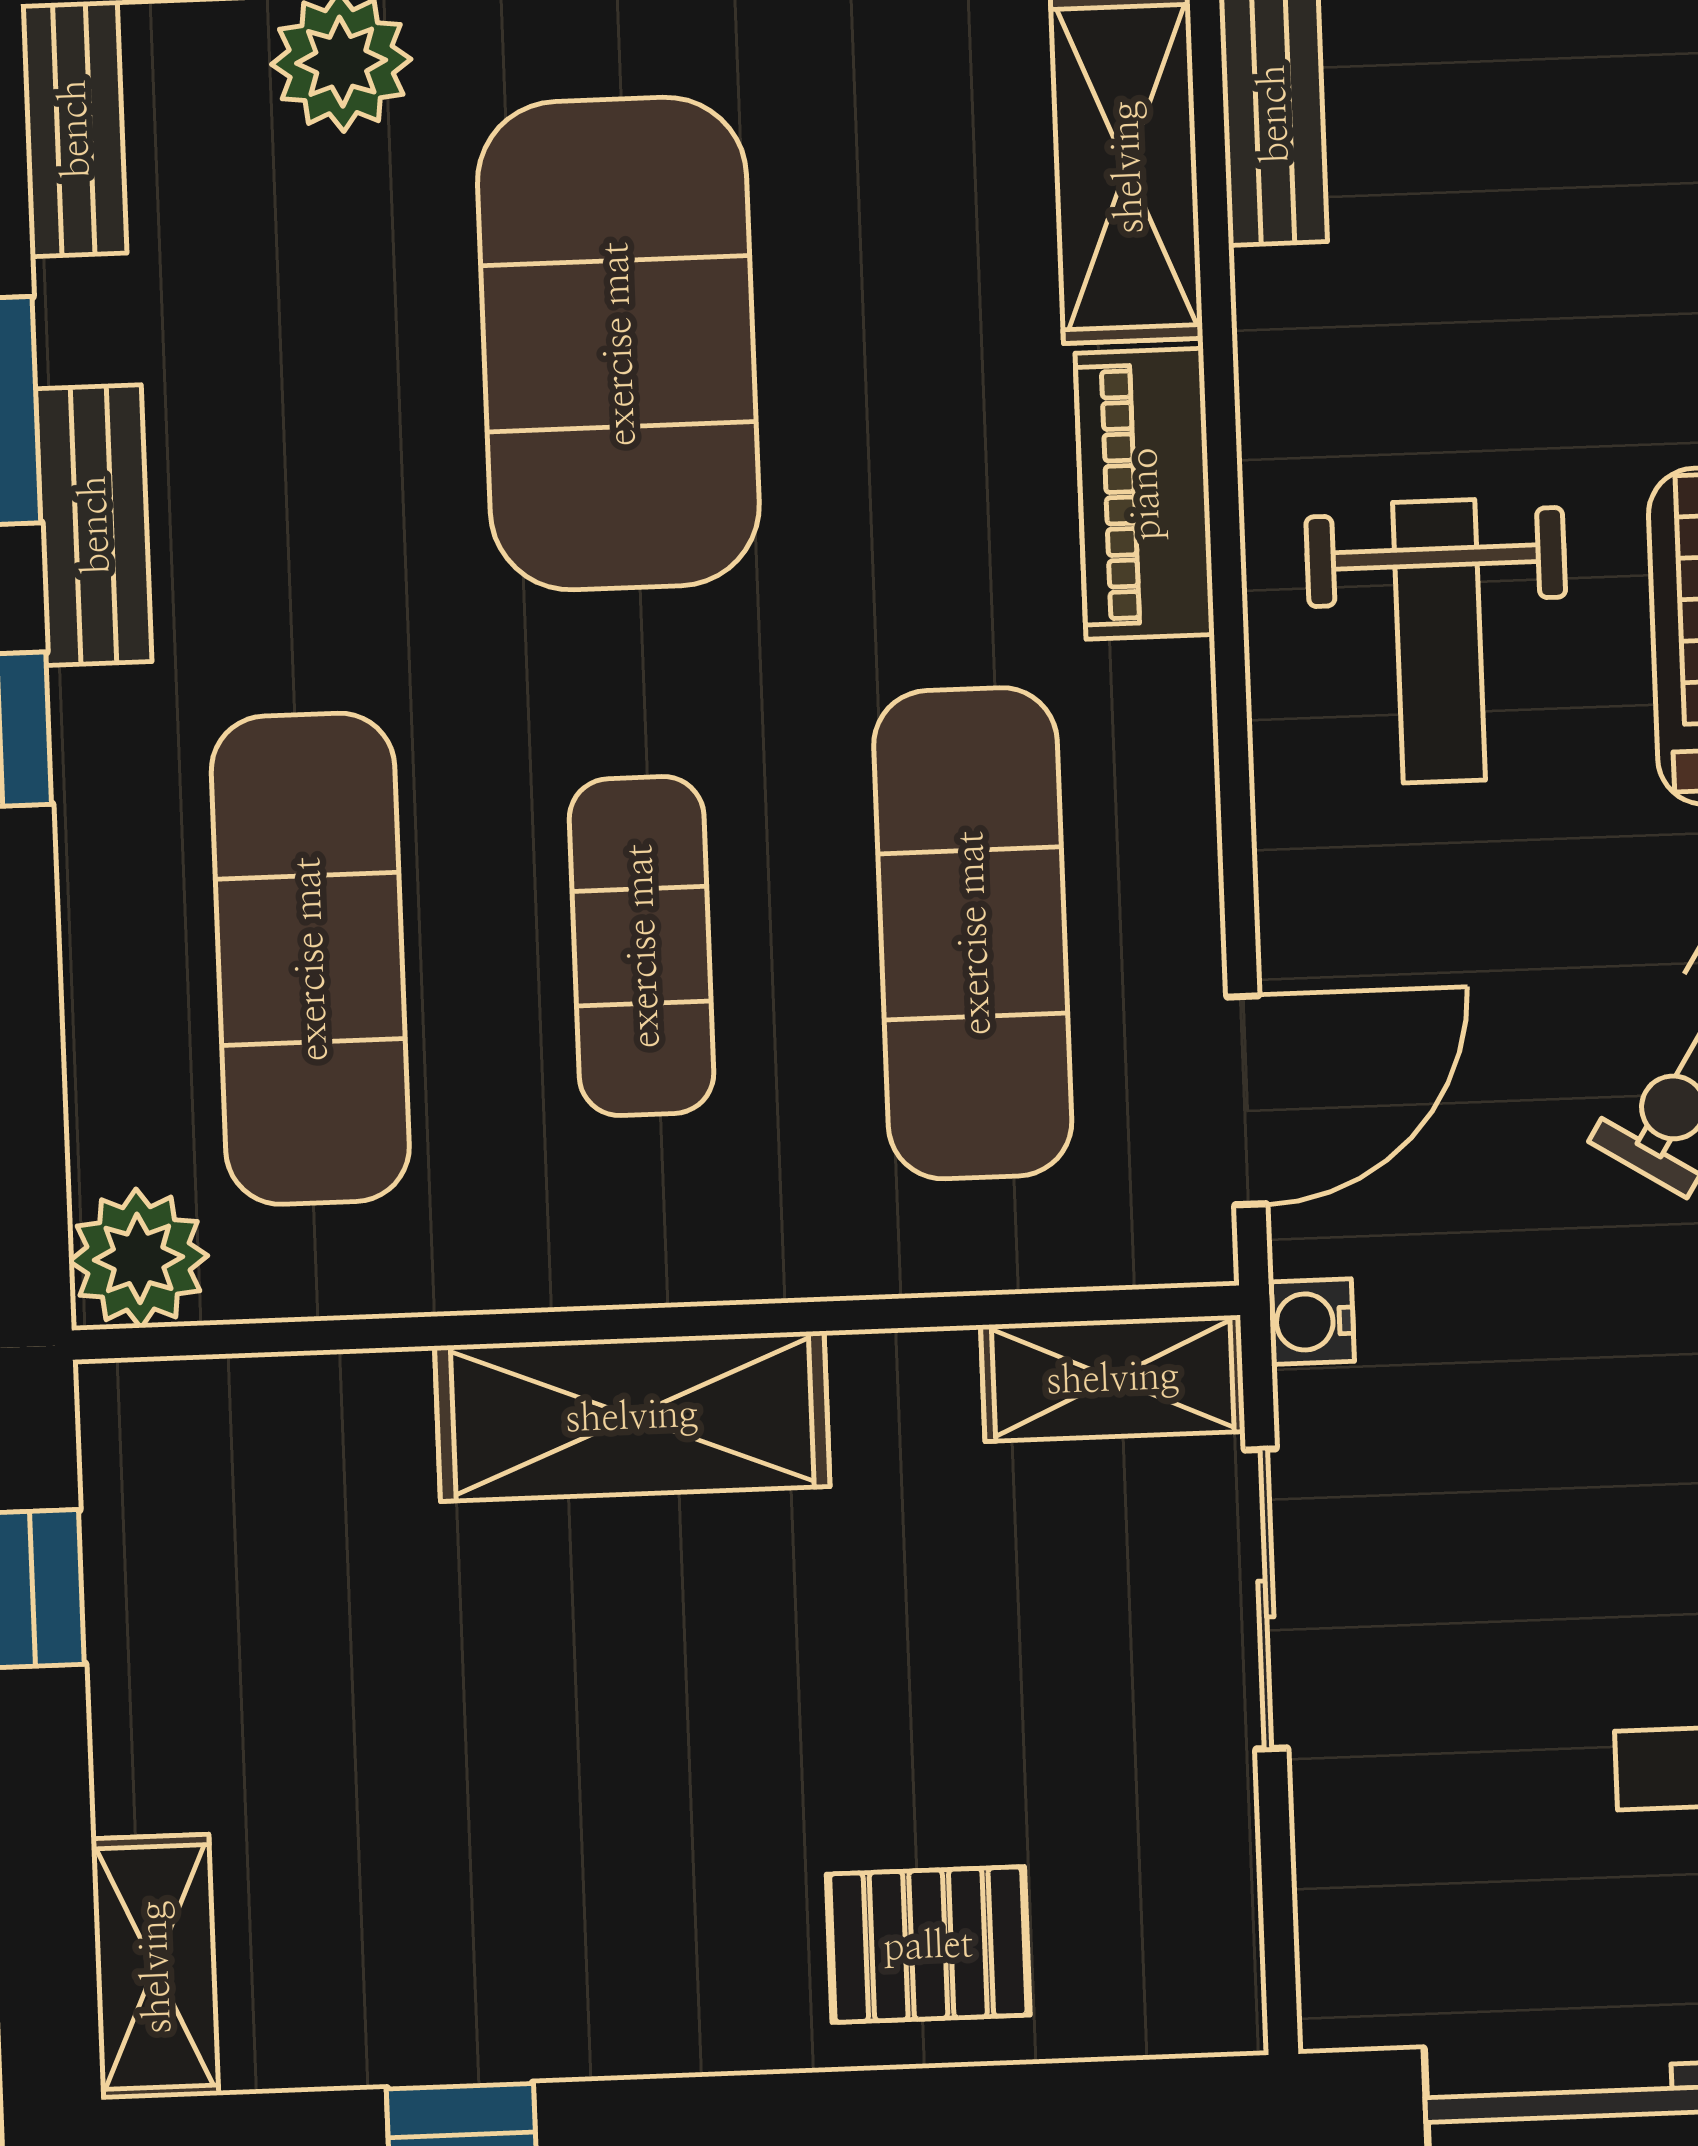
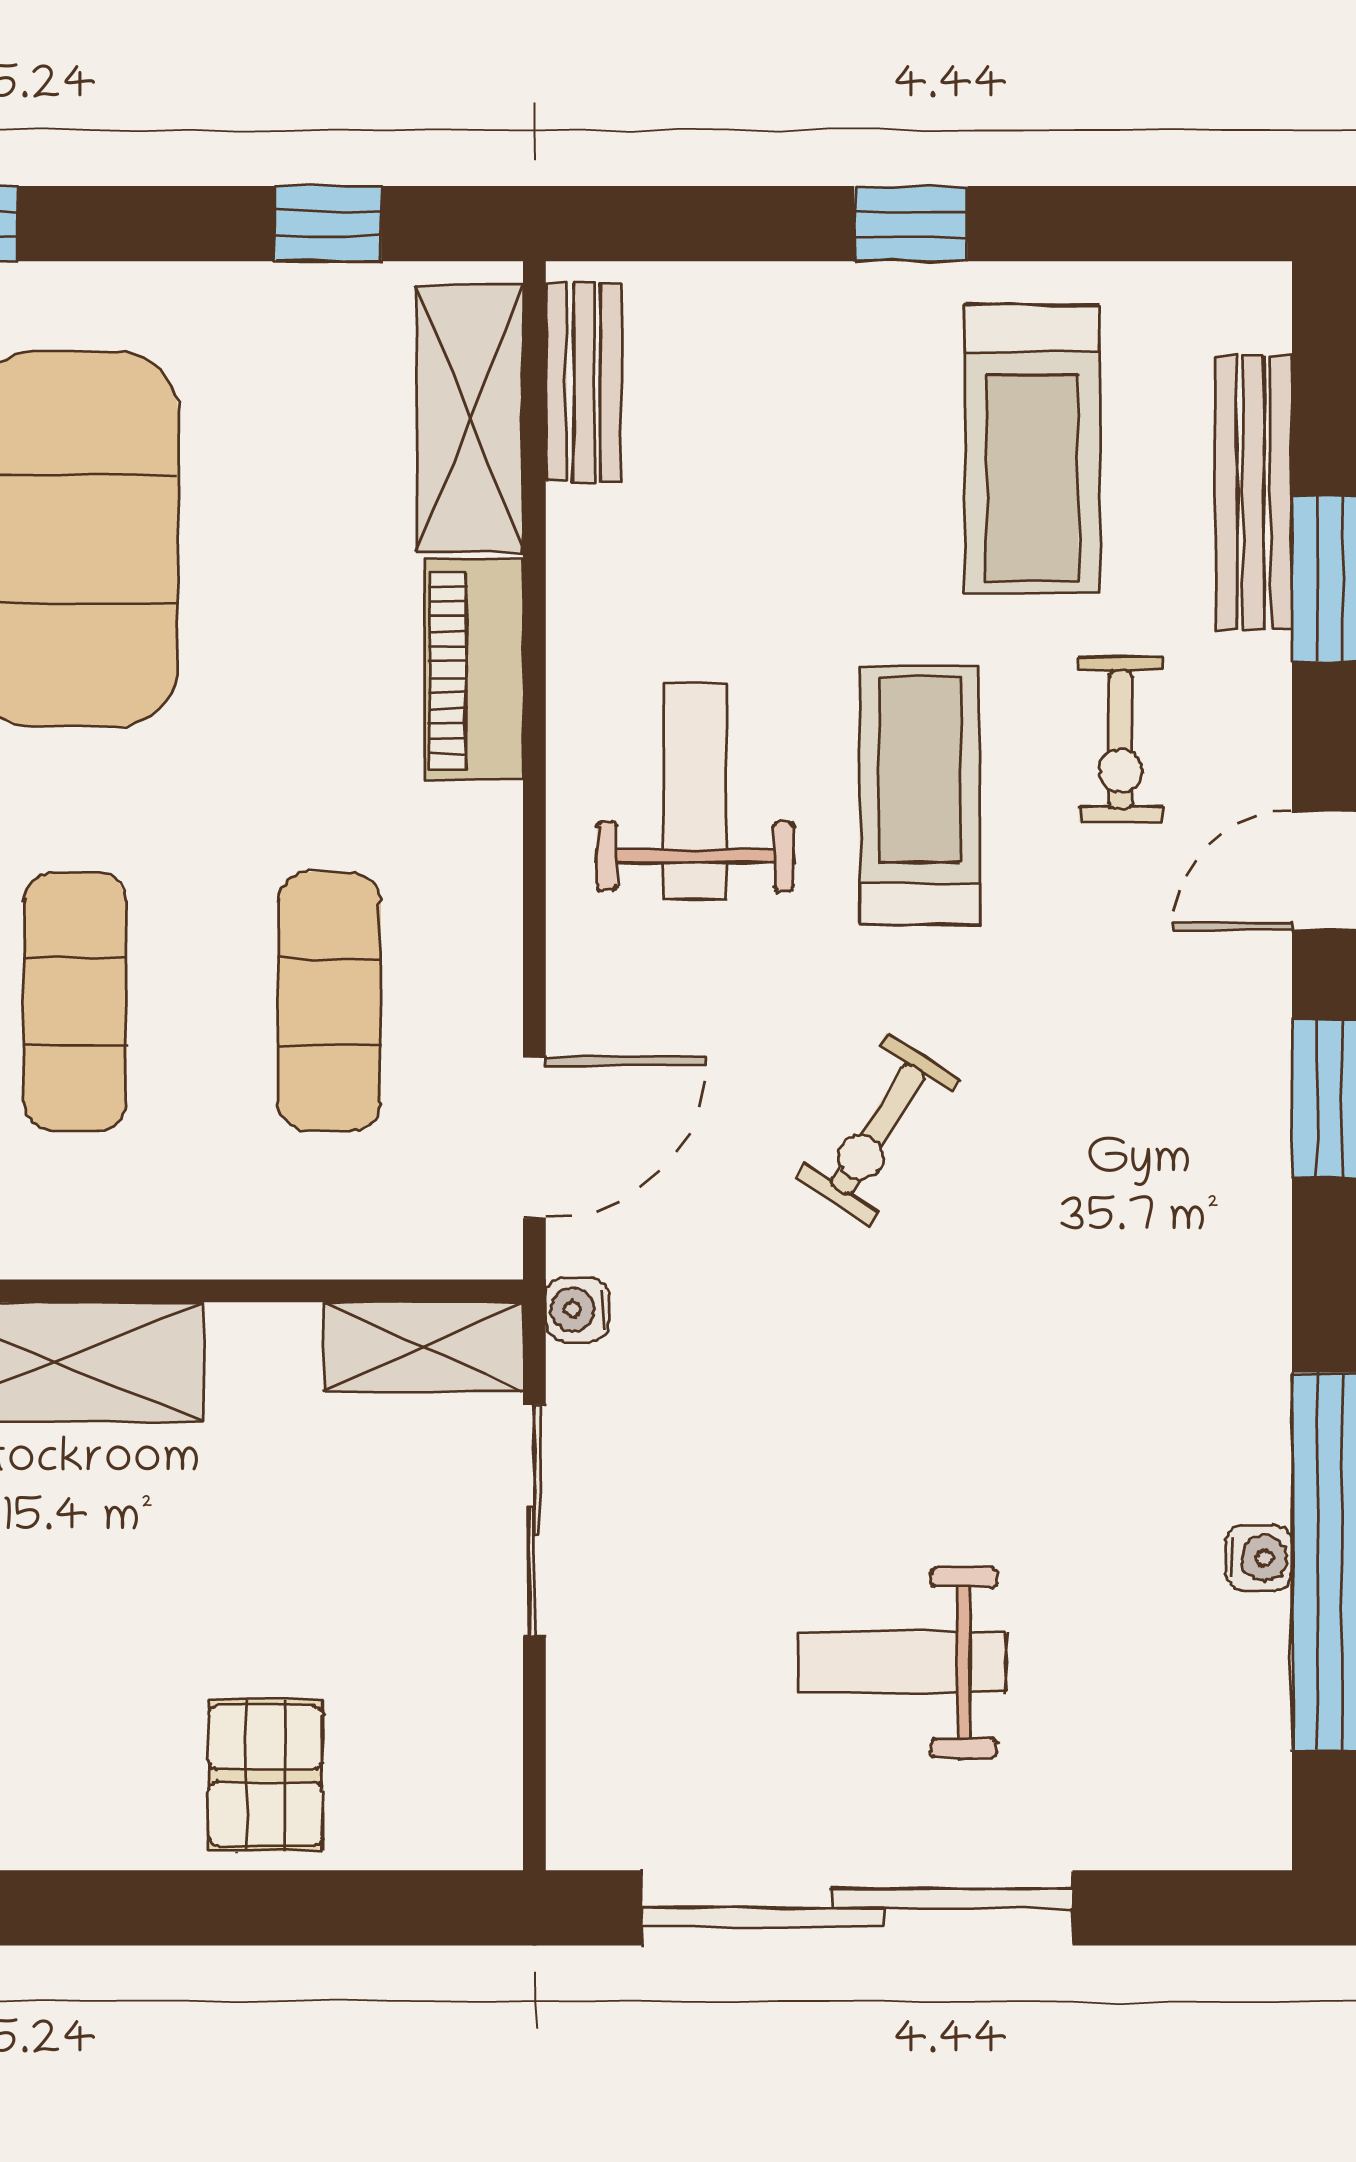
weight bench: (1439, 641) -> (695, 791), turned 180
exercise mat: (973, 933) -> (329, 1002), width x0.73, depth x0.69
pallet: (928, 1945) -> (265, 1776), turned 90

